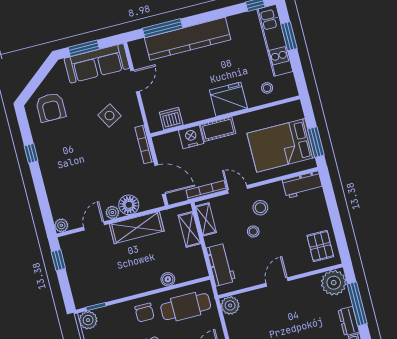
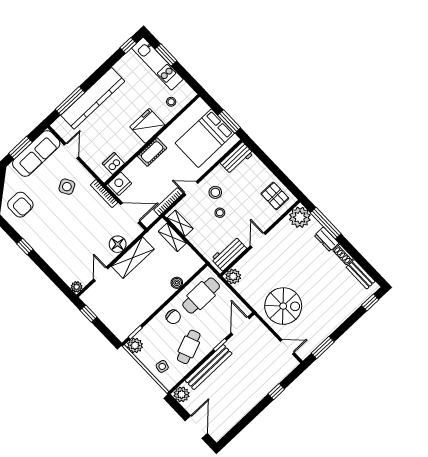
nightstand: (191, 137) -> (120, 184), moved
plant: (112, 212) -> (109, 257), removed
workbench: (221, 265) -> (229, 254), moved, turned -90

